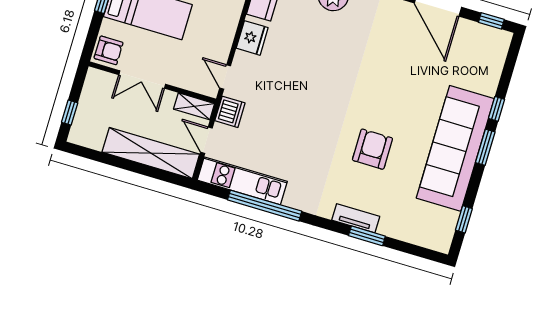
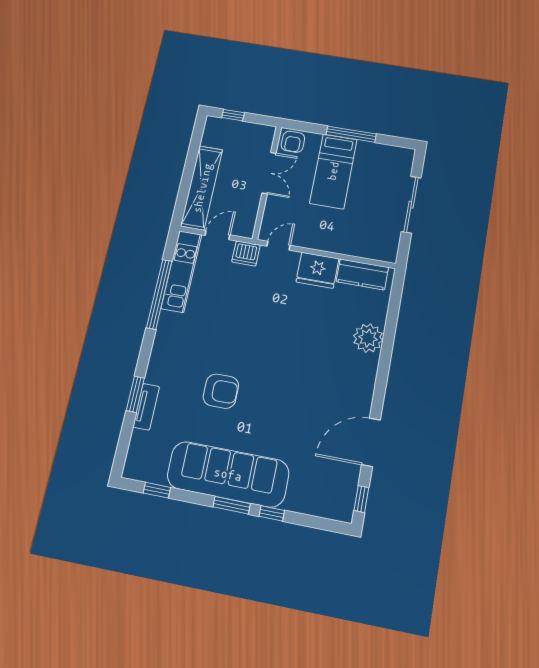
fridge: (252, 38) -> (317, 270), width x1.36, depth x1.34
double door: (142, 79) -> (269, 173), swing flipped
shelving: (194, 106) -> (248, 221), removed
tv unit: (356, 218) -> (146, 407), moved

